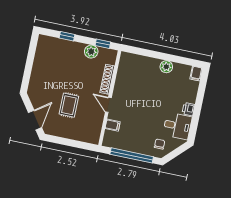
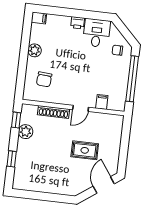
chair: (138, 73) -> (44, 79), added
door: (35, 120) -> (104, 185), hinge flipped

